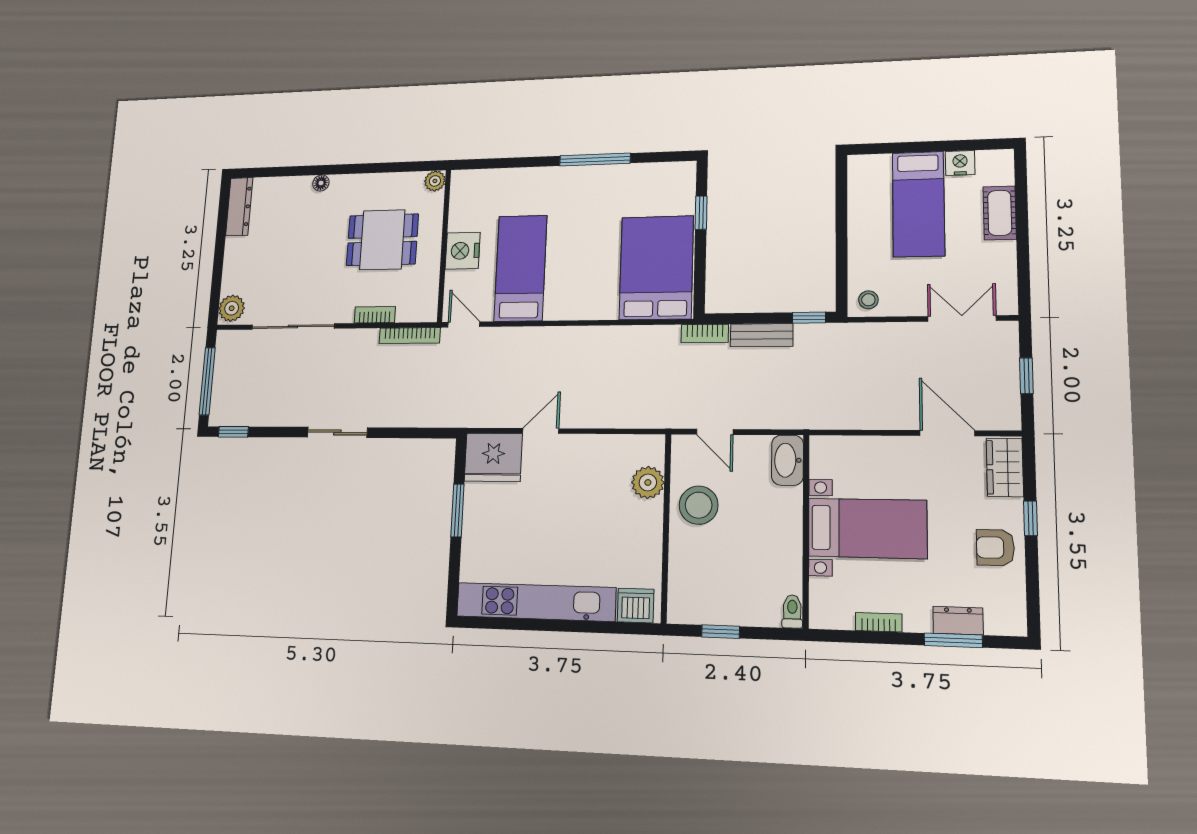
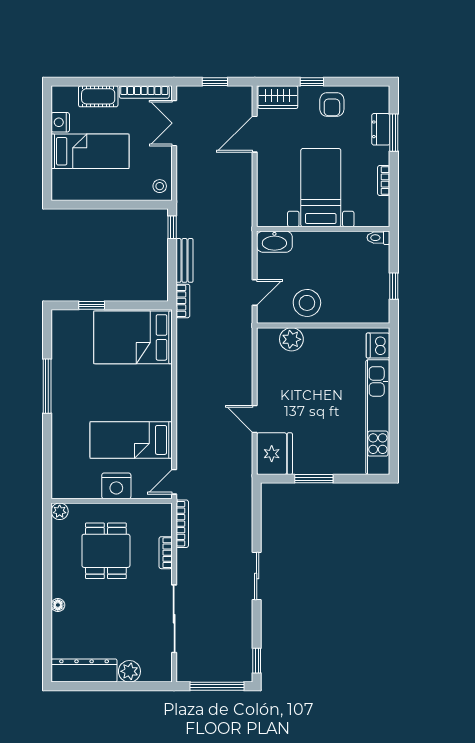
dresser: (239, 207) -> (84, 670), width x1.37, depth x1.24
bookcase: (1008, 276) -> (144, 92), added
plant: (232, 308) -> (129, 671), moved

